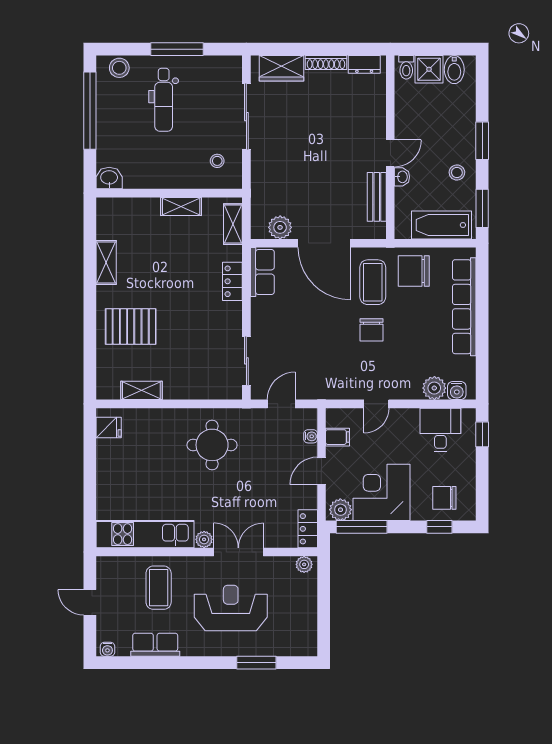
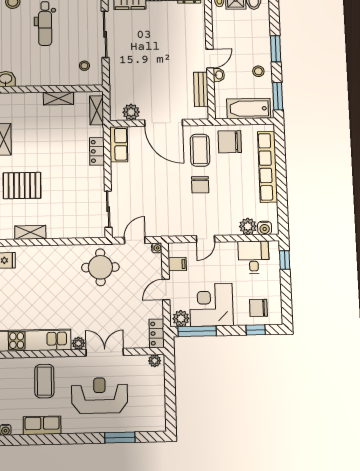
water cooler: (311, 436) -> (157, 248), moved
round table: (212, 445) -> (100, 267), moved

